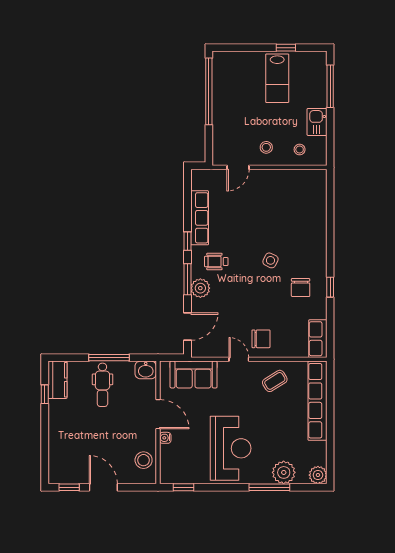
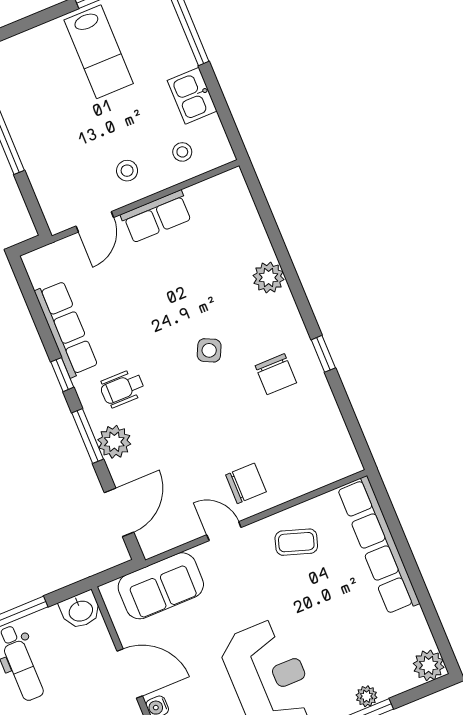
plant: (318, 235) -> (269, 277), added
row of seats: (318, 339) -> (156, 217), moved, turned -90
coffee table: (275, 381) -> (296, 542), turned 50
plant: (284, 472) -> (367, 696), width x0.53, depth x0.53

